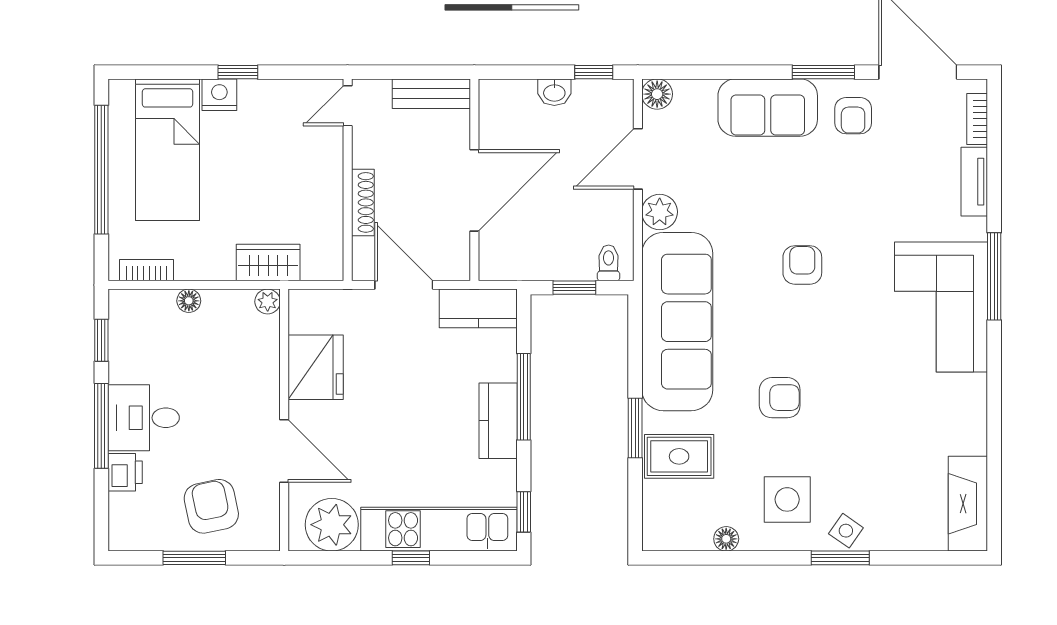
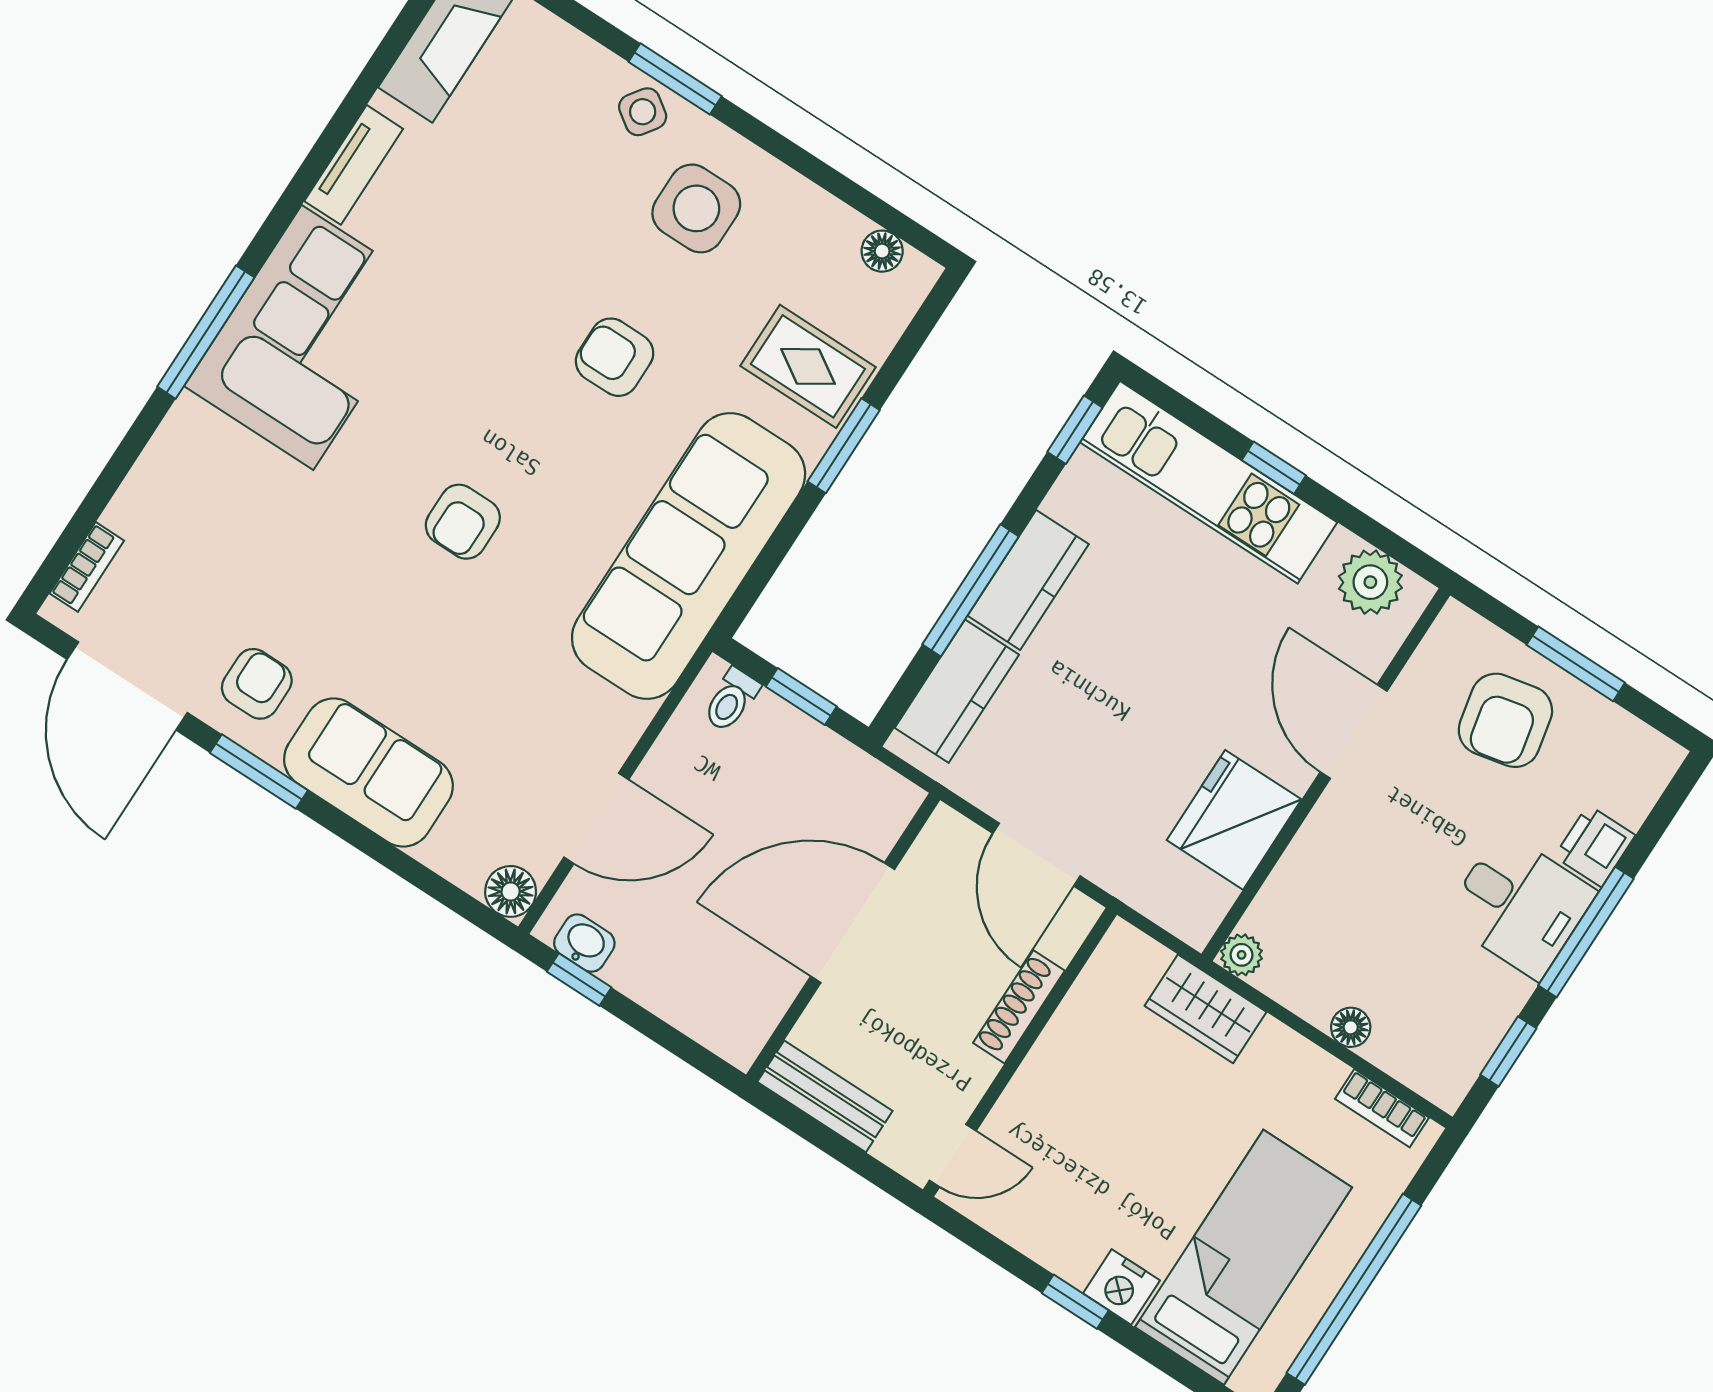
washbasin: (554, 92) -> (584, 943), moved
tv unit: (974, 182) -> (354, 165), moved
plant: (660, 212) -> (614, 725), removed
kitchen counter: (478, 308) -> (957, 691), moved, turned 90
plant: (332, 525) -> (1370, 582), width x0.73, depth x0.73
floor lamp: (726, 539) -> (882, 251), moved

